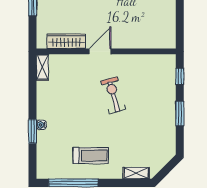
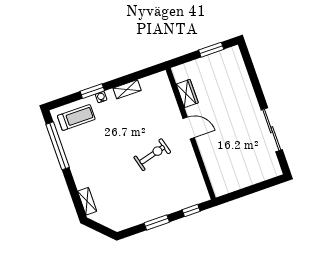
wardrobe: (66, 41) -> (187, 93), width x0.67
shelving: (42, 67) -> (127, 89), moved
treadmill: (91, 156) -> (76, 118), moved, turned -90

